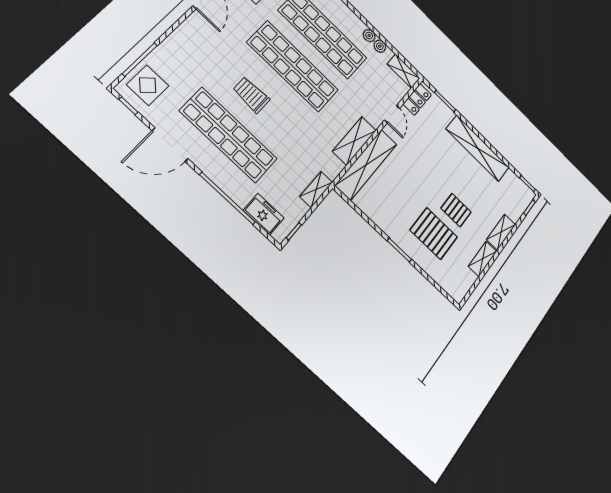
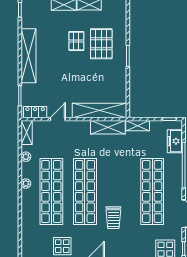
plant: (369, 36) -> (26, 184), moved
trolley: (251, 95) -> (113, 218), moved
shelving: (354, 141) -> (108, 127), moved

